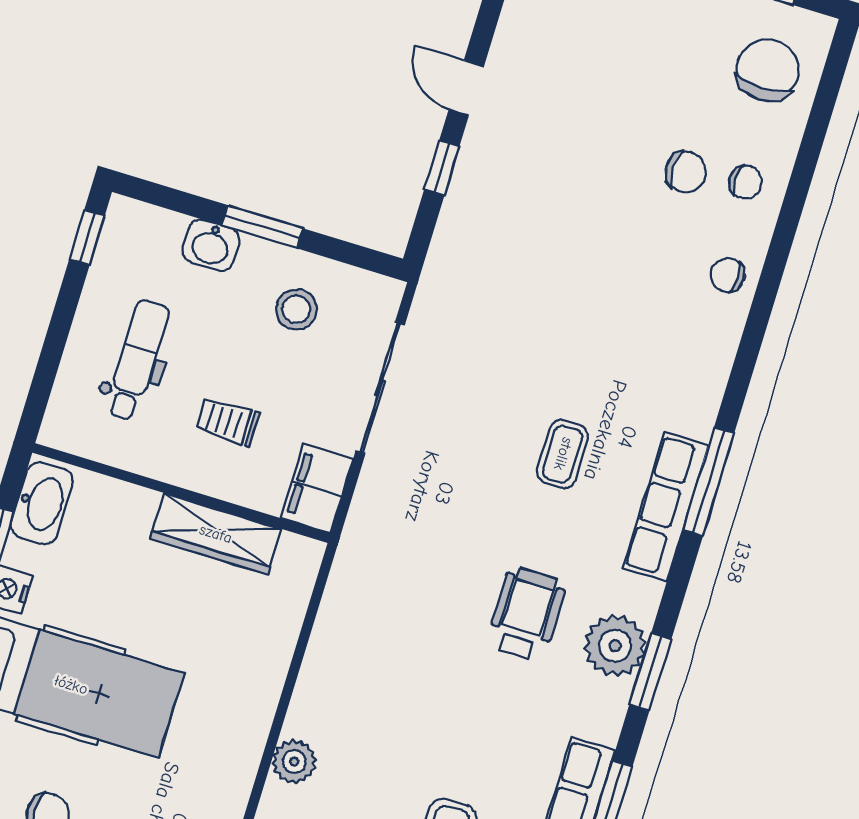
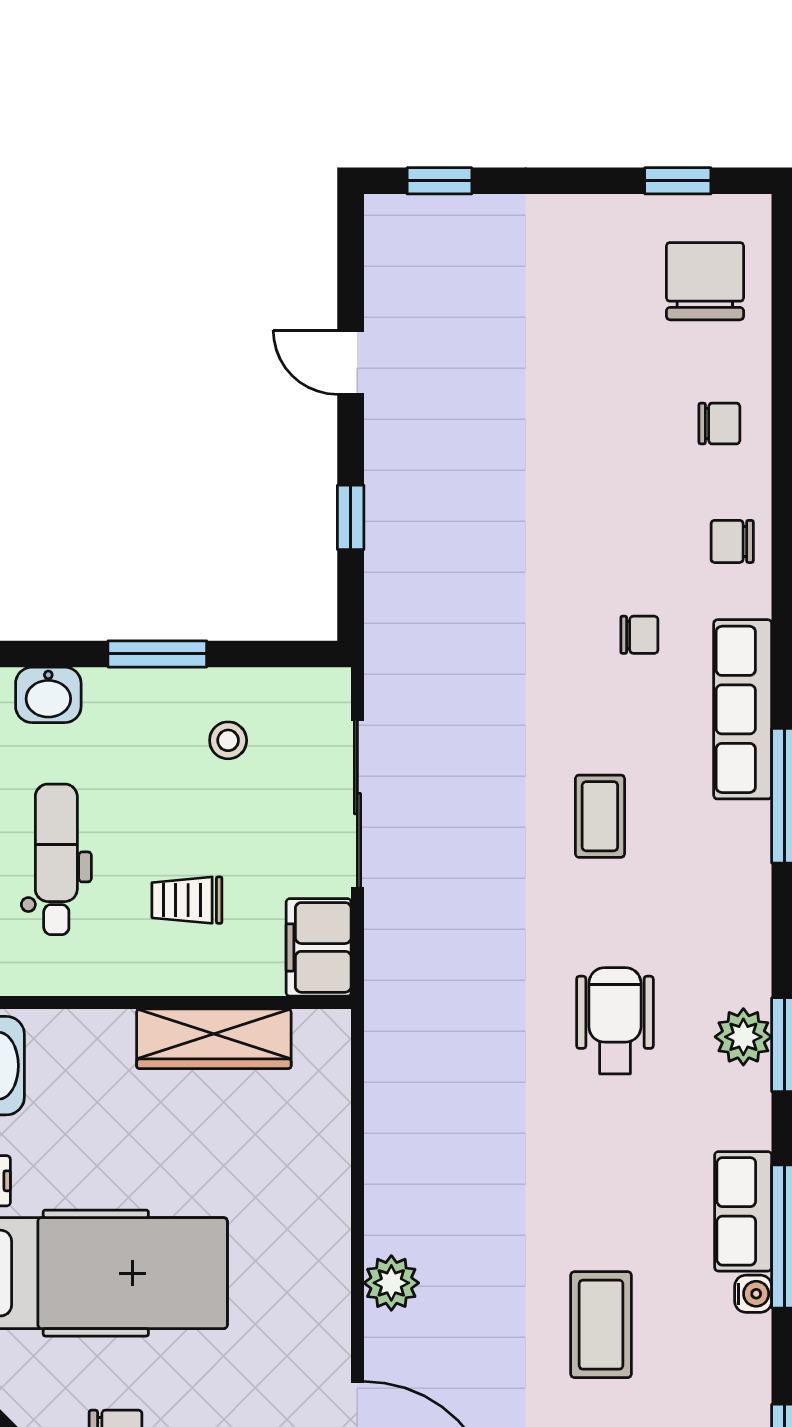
door: (466, 88) -> (351, 362), moved
chair: (686, 172) -> (639, 635), moved, width x0.73, depth x0.73
washbasin: (211, 245) -> (48, 695), moved
stool: (296, 309) -> (228, 740), width x0.73, depth x0.73
row of seats: (666, 507) -> (743, 709), moved
plant: (615, 646) -> (743, 1037), width x0.73, depth x0.73

